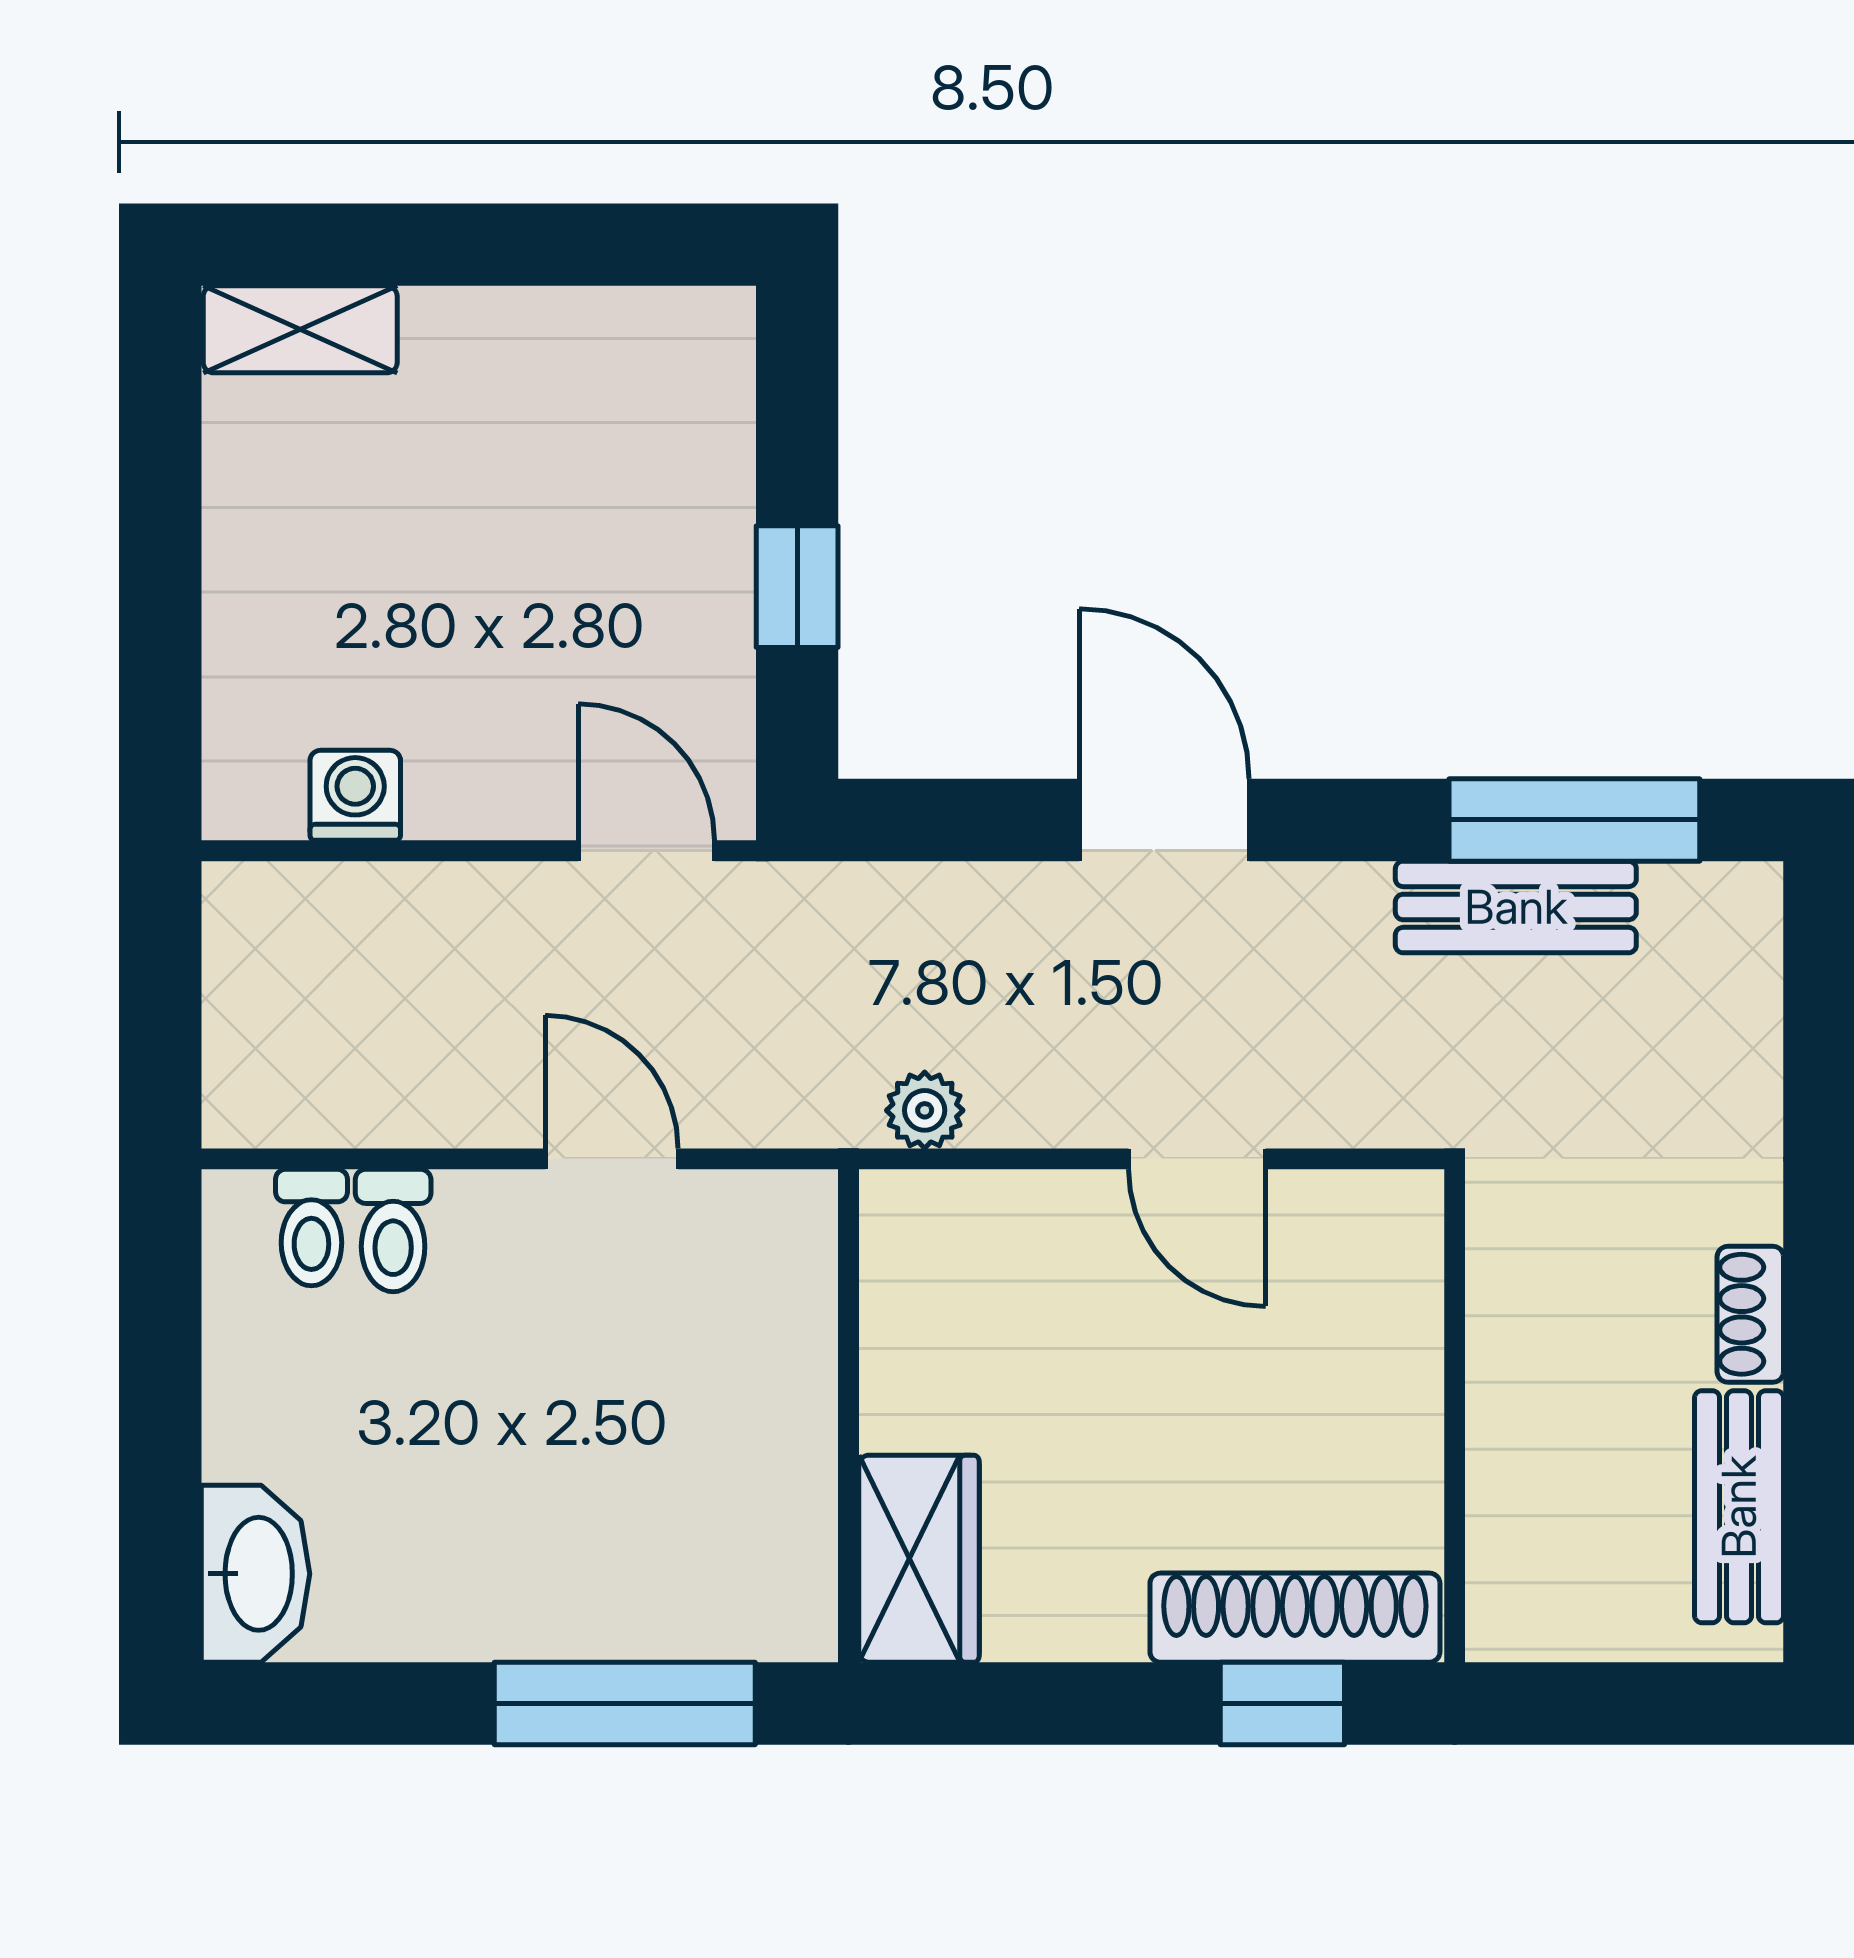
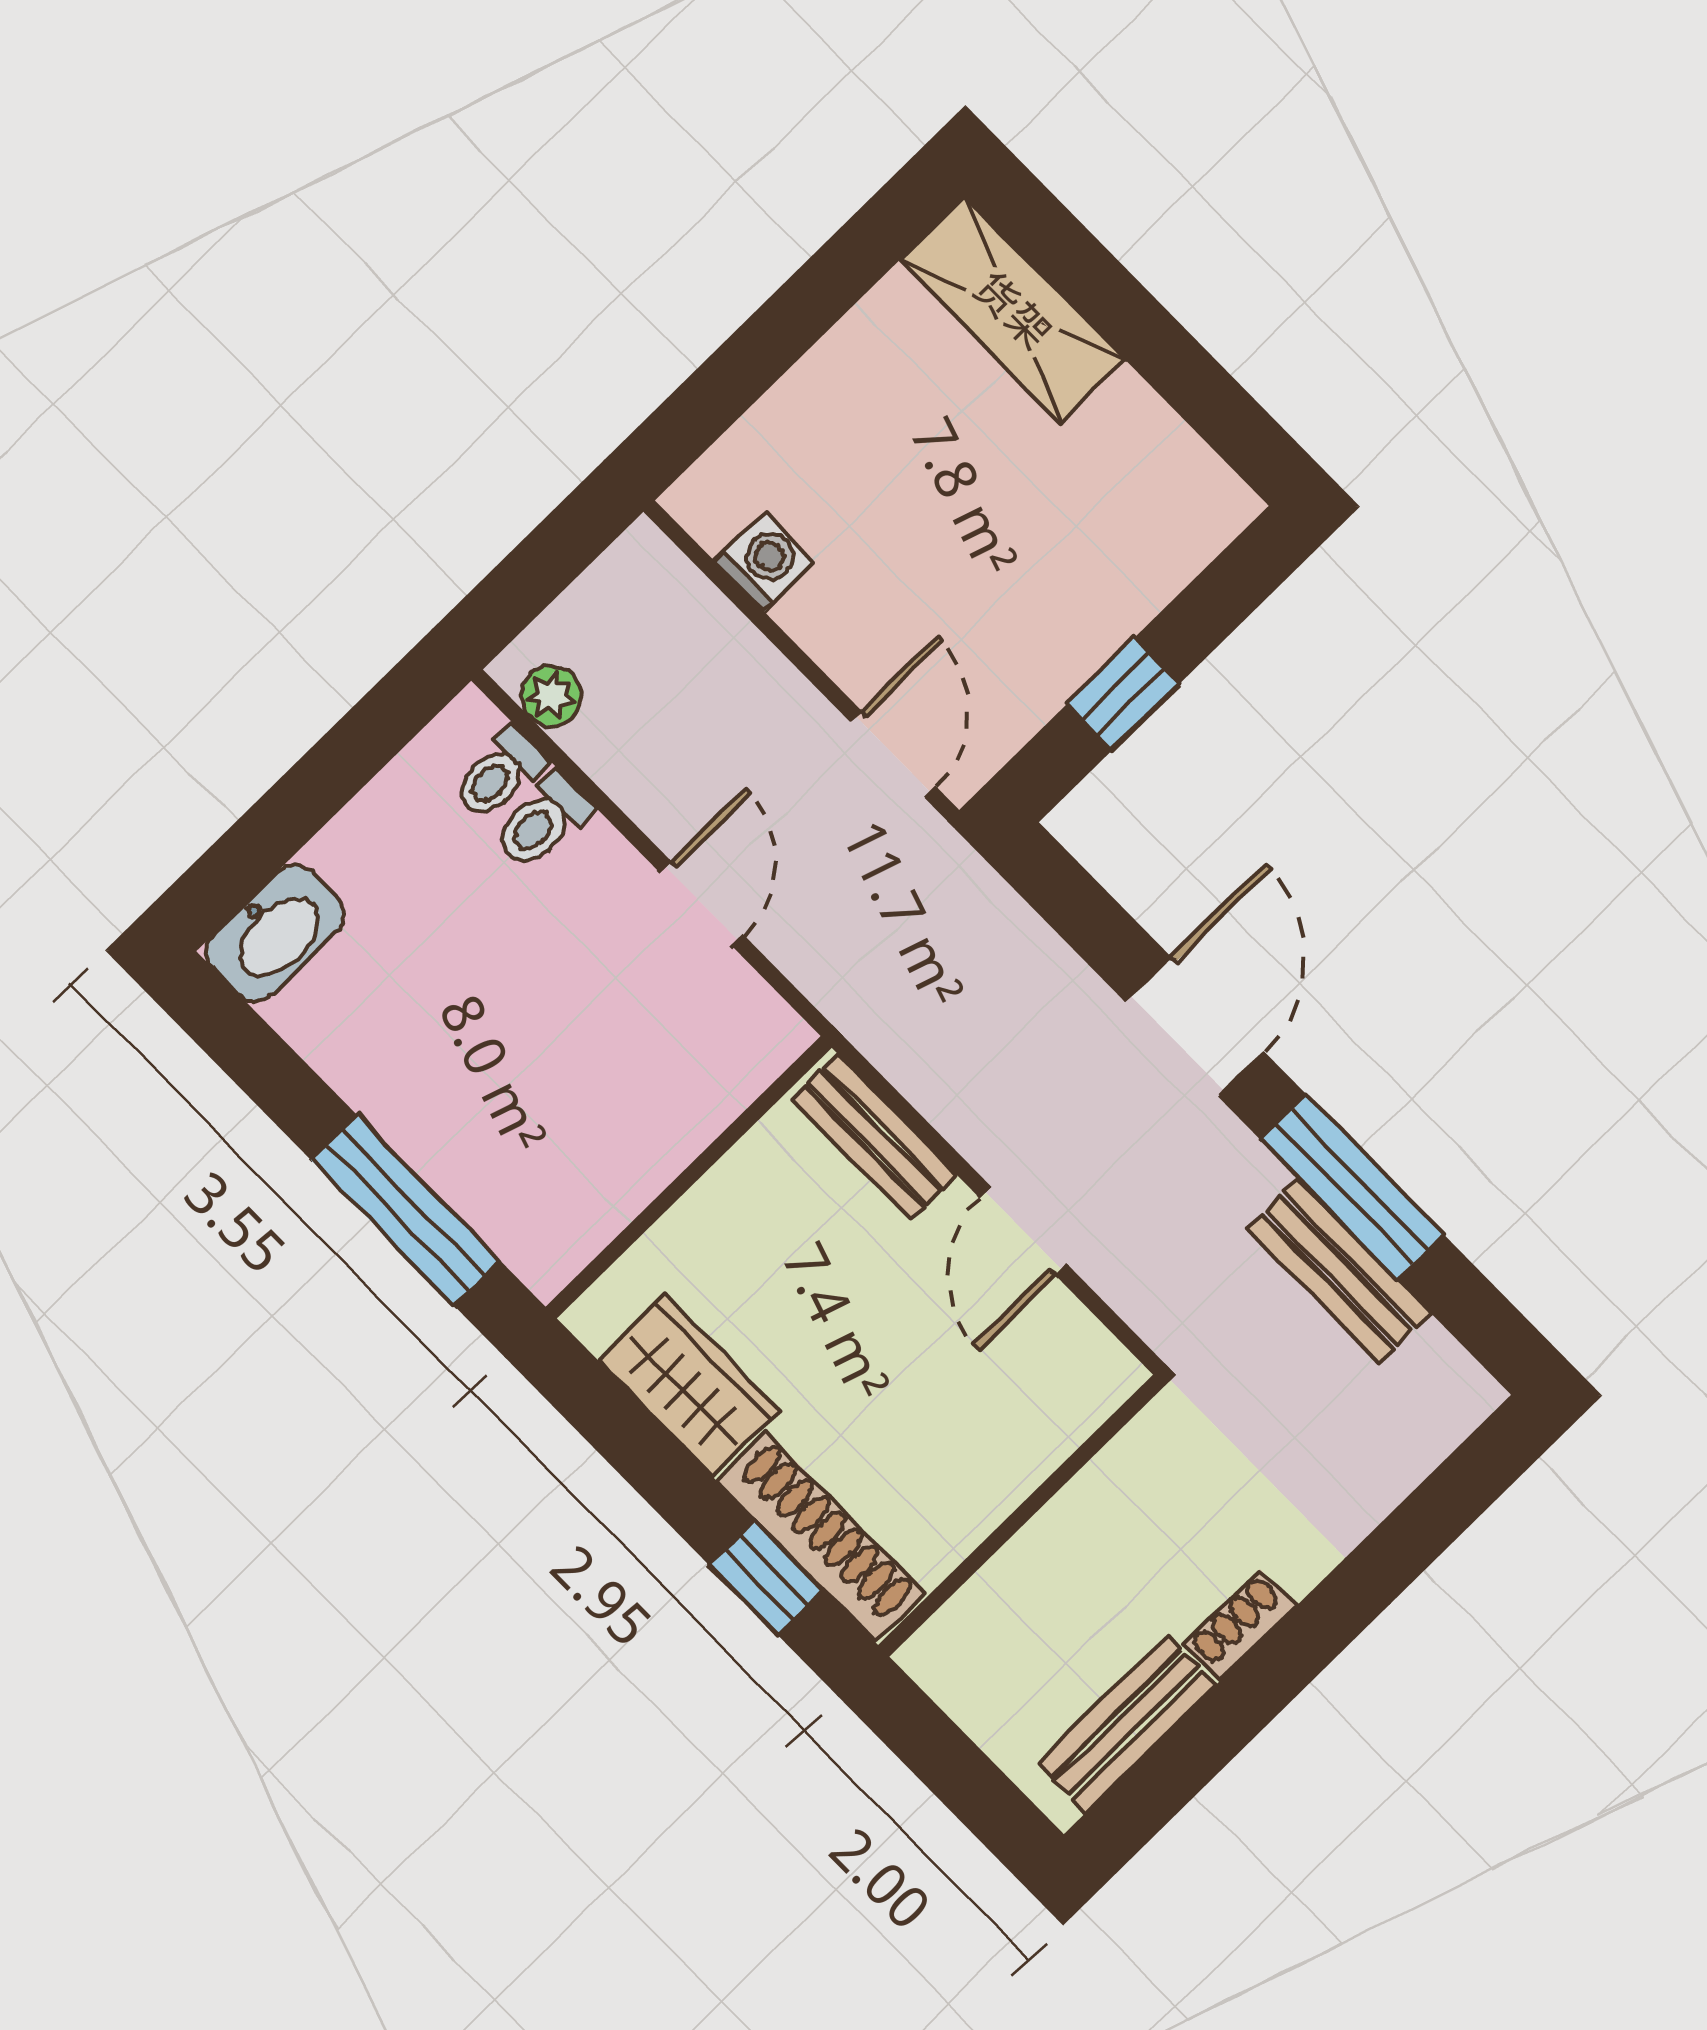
shelving: (300, 329) -> (1013, 310), width x1.50, depth x1.33
window: (1574, 820) -> (1352, 1187), moved
plant: (925, 1110) -> (551, 696), moved
bench: (978, 1210) -> (874, 1137), added
wardrobe: (919, 1559) -> (689, 1385), moved, turned -90

